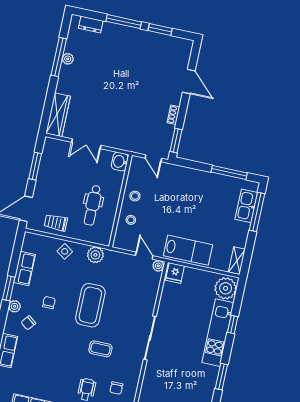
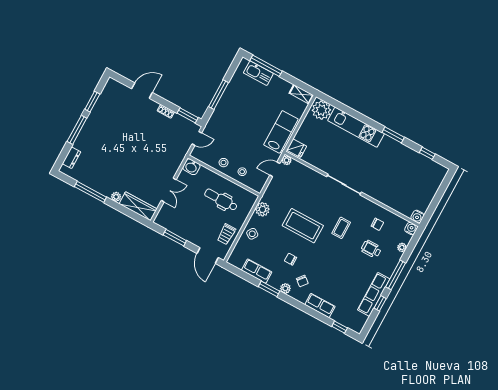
plant: (68, 59) -> (116, 197), moved
window: (229, 172) -> (218, 95), moved
dental chair: (93, 205) -> (221, 200), turned 180
window: (233, 325) -> (353, 113), removed

